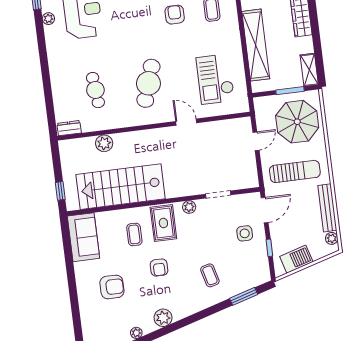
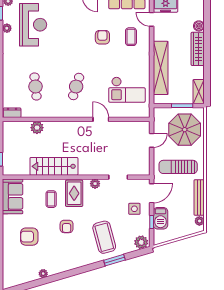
checkout: (215, 79) -> (127, 90), turned -90
cafe table: (148, 83) -> (76, 87), width x0.73, depth x0.74
sun lounger: (295, 171) -> (178, 167), turned 180
stairs: (121, 187) -> (54, 166), width x0.73, depth x0.66
barbecue: (296, 259) -> (160, 218), moved, turned 106
coffee table: (210, 275) -> (104, 237), width x1.86, depth x1.72
armchair: (112, 287) -> (29, 237), turned 180
window: (244, 296) -> (114, 260), moved
plant: (163, 318) -> (141, 242), moved

